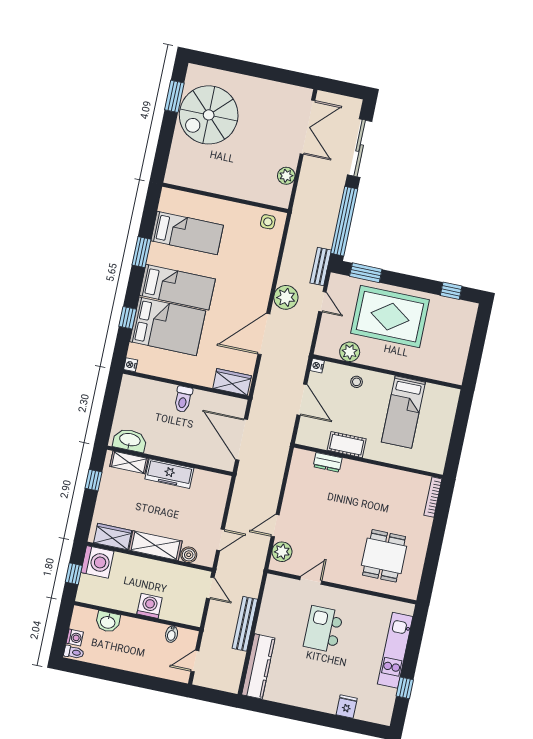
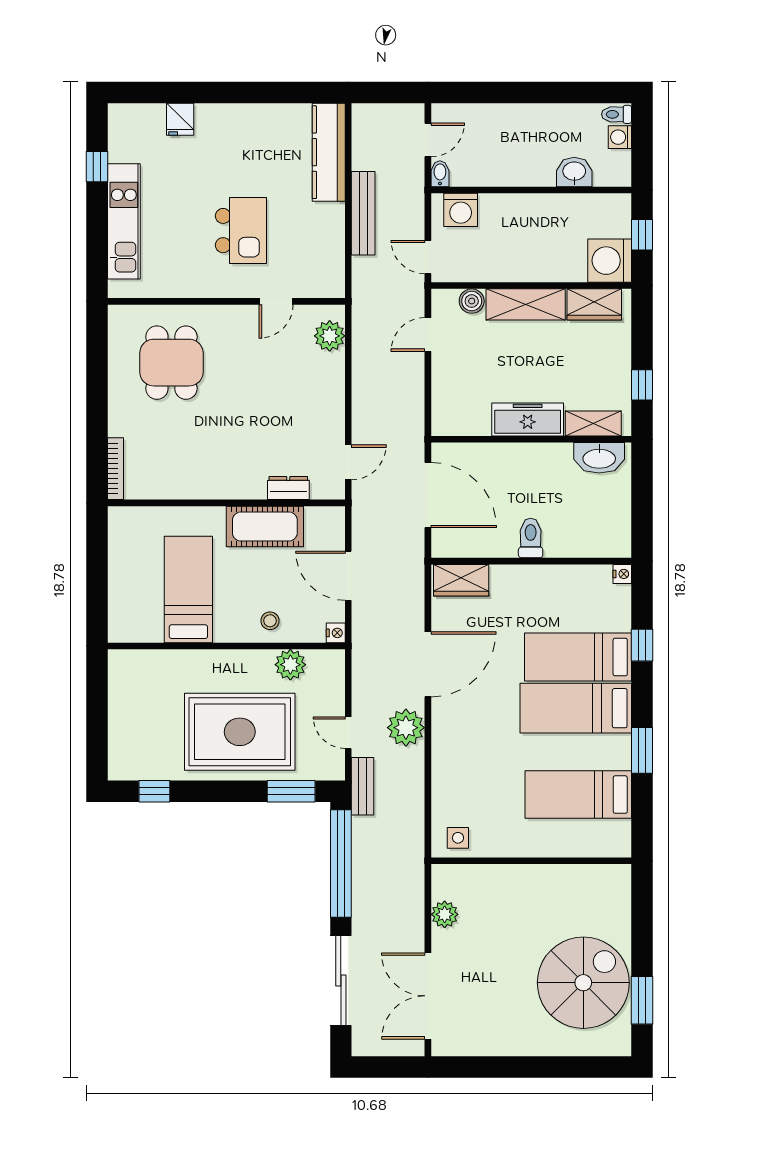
bed: (168, 326) -> (578, 657), width x0.67
cot: (347, 445) -> (265, 526), width x1.37, depth x1.34
door: (275, 526) -> (348, 462), moved
washing machine: (150, 606) -> (461, 210), moved
bidet: (172, 634) -> (440, 174), moved

